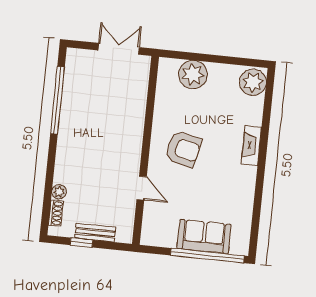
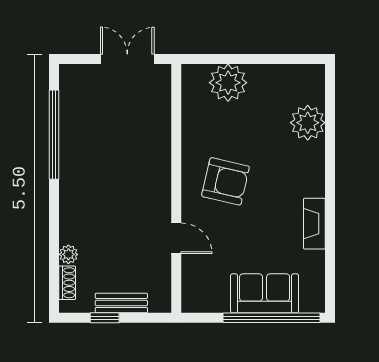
plant: (253, 82) -> (308, 123), moved
fireplace: (251, 145) -> (314, 224), moved

